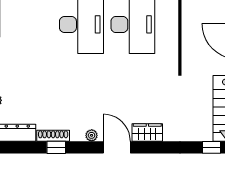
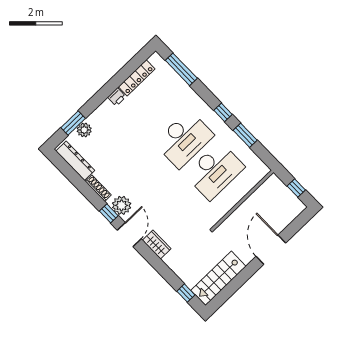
plant: (92, 135) -> (122, 205), width x1.87, depth x1.87
window: (56, 147) -> (109, 213), moved

